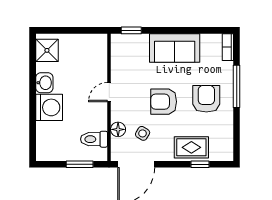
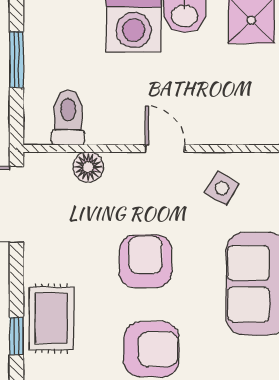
side table: (143, 133) -> (222, 188), moved
window: (80, 164) -> (16, 60), moved

